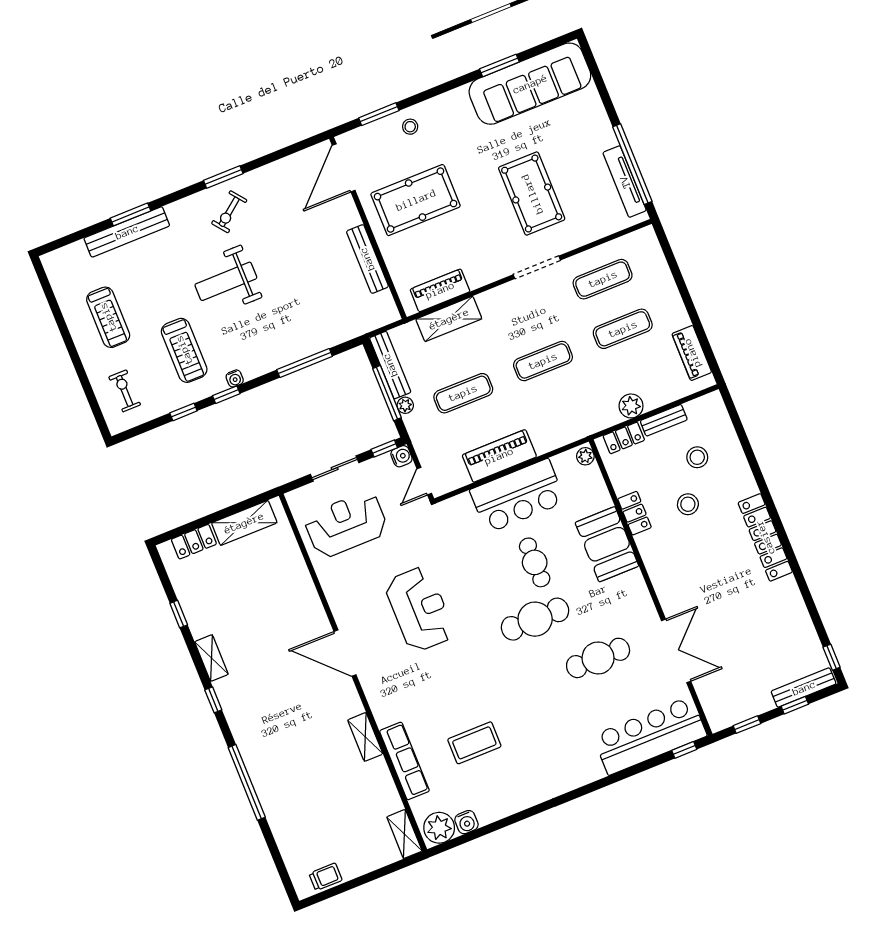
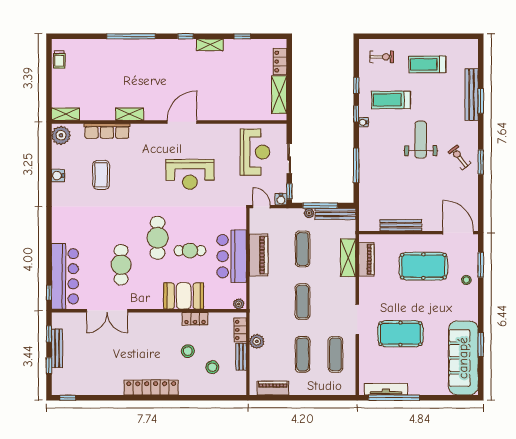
pool table: (416, 200) -> (423, 266), turned 90
bench: (804, 688) -> (57, 348), moved
water cooler: (466, 822) -> (58, 176), moved

